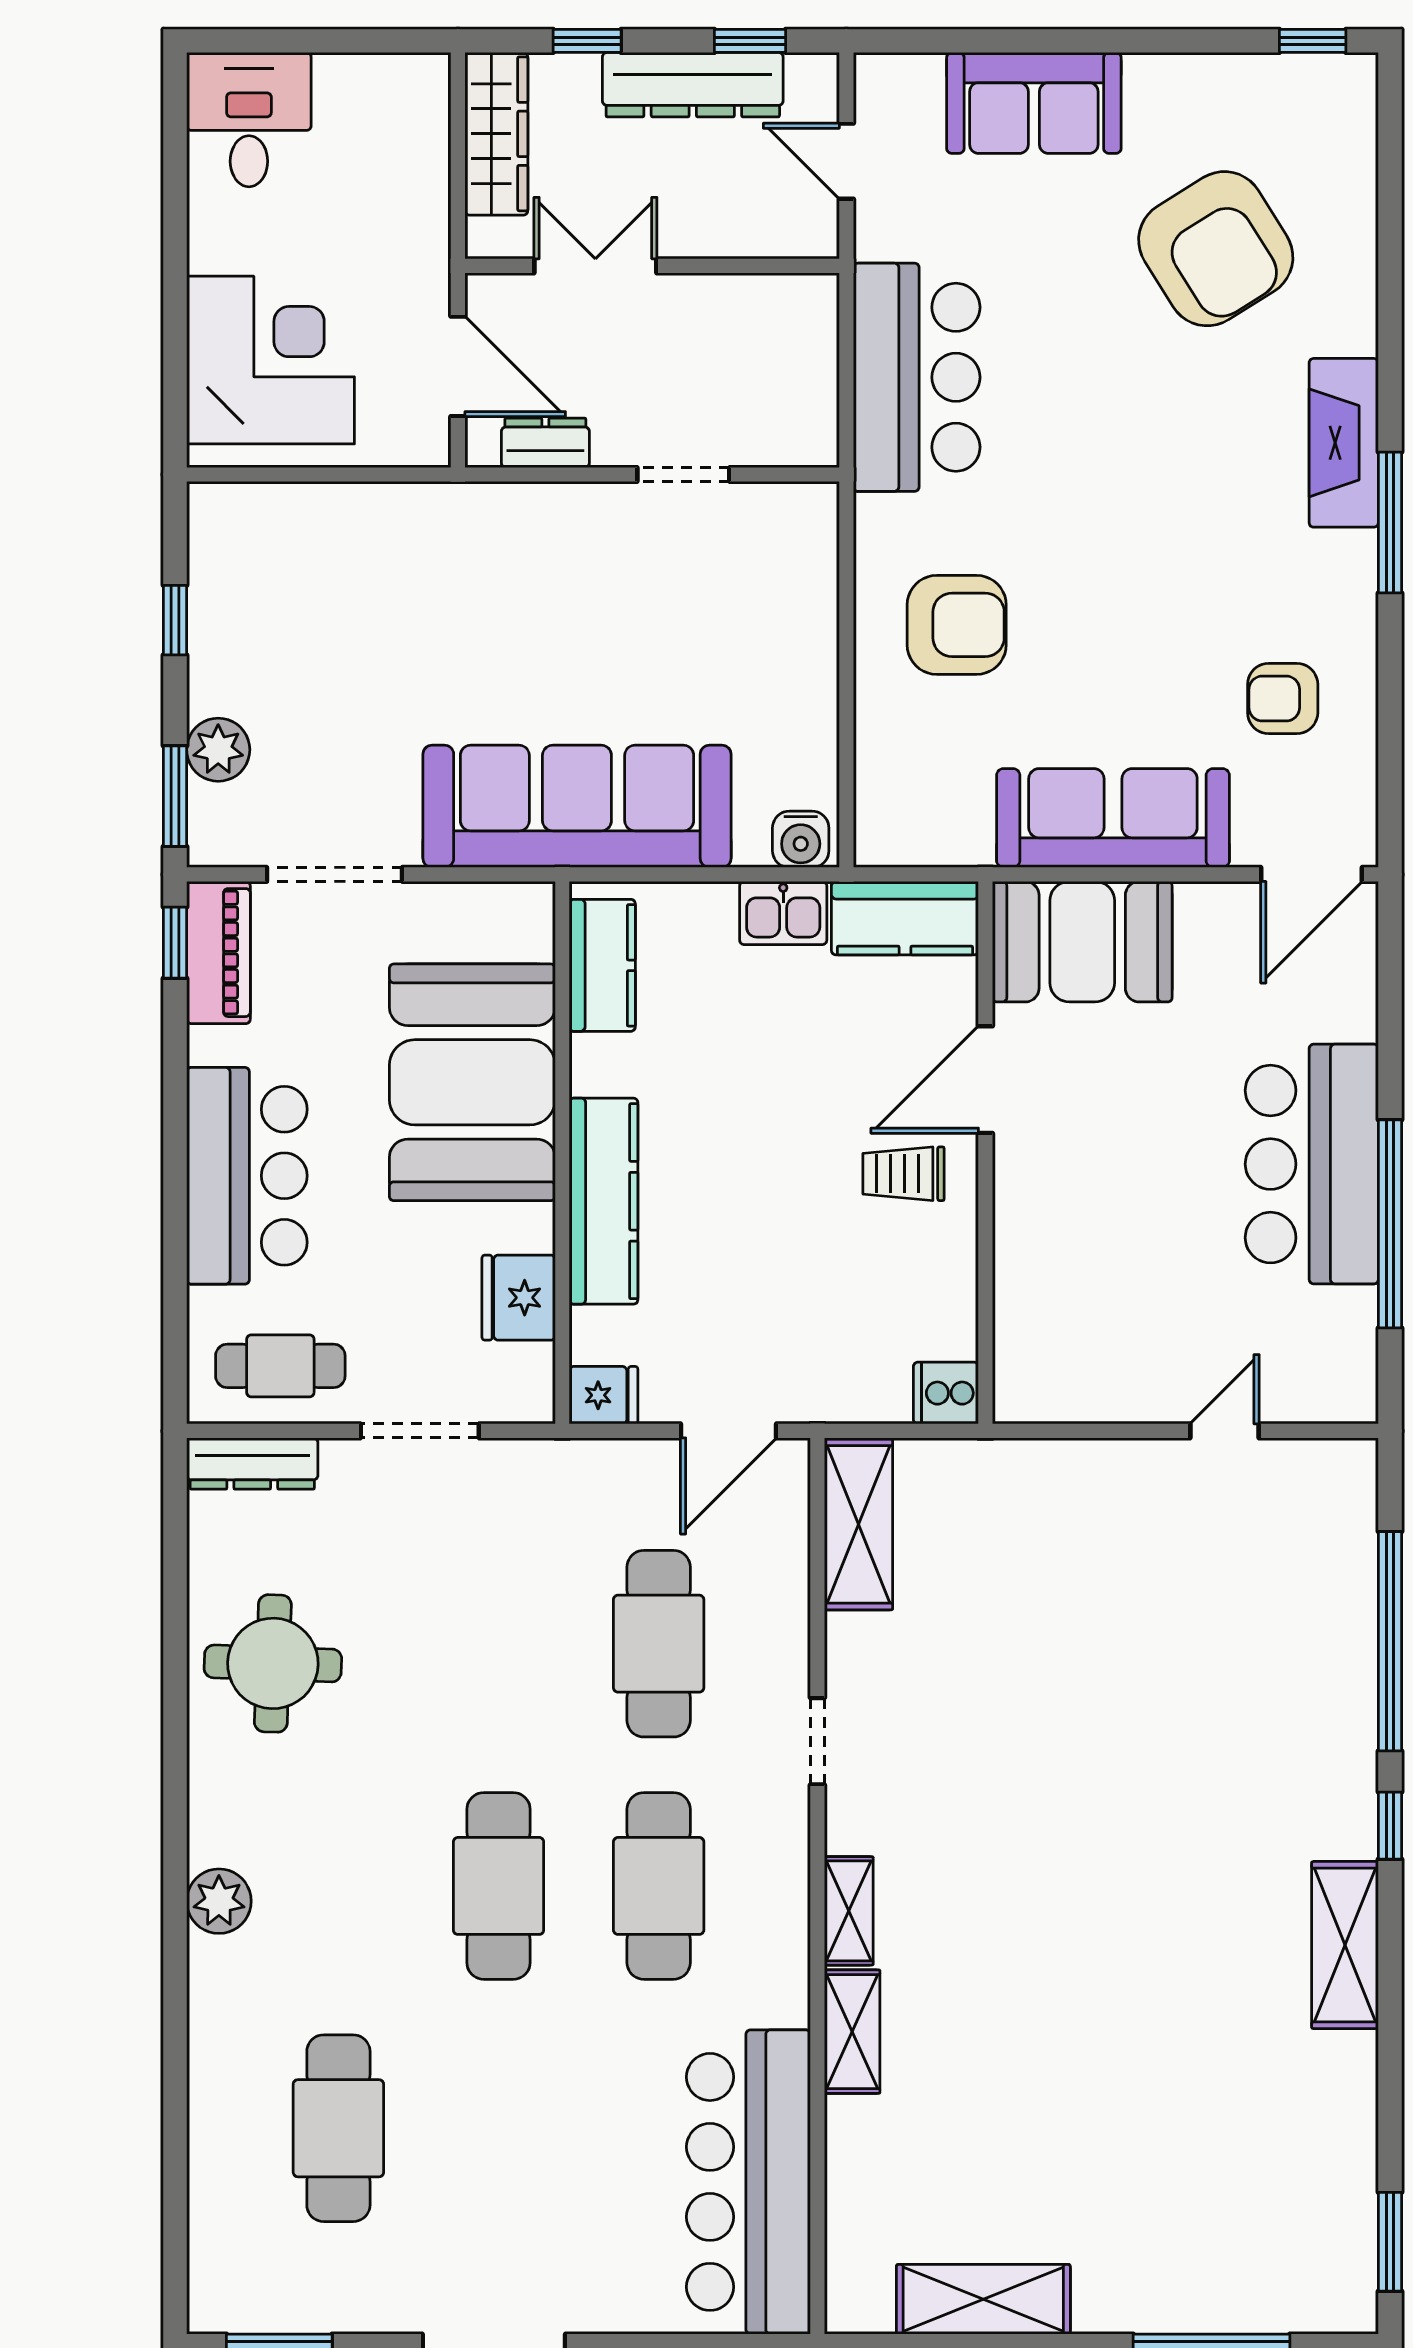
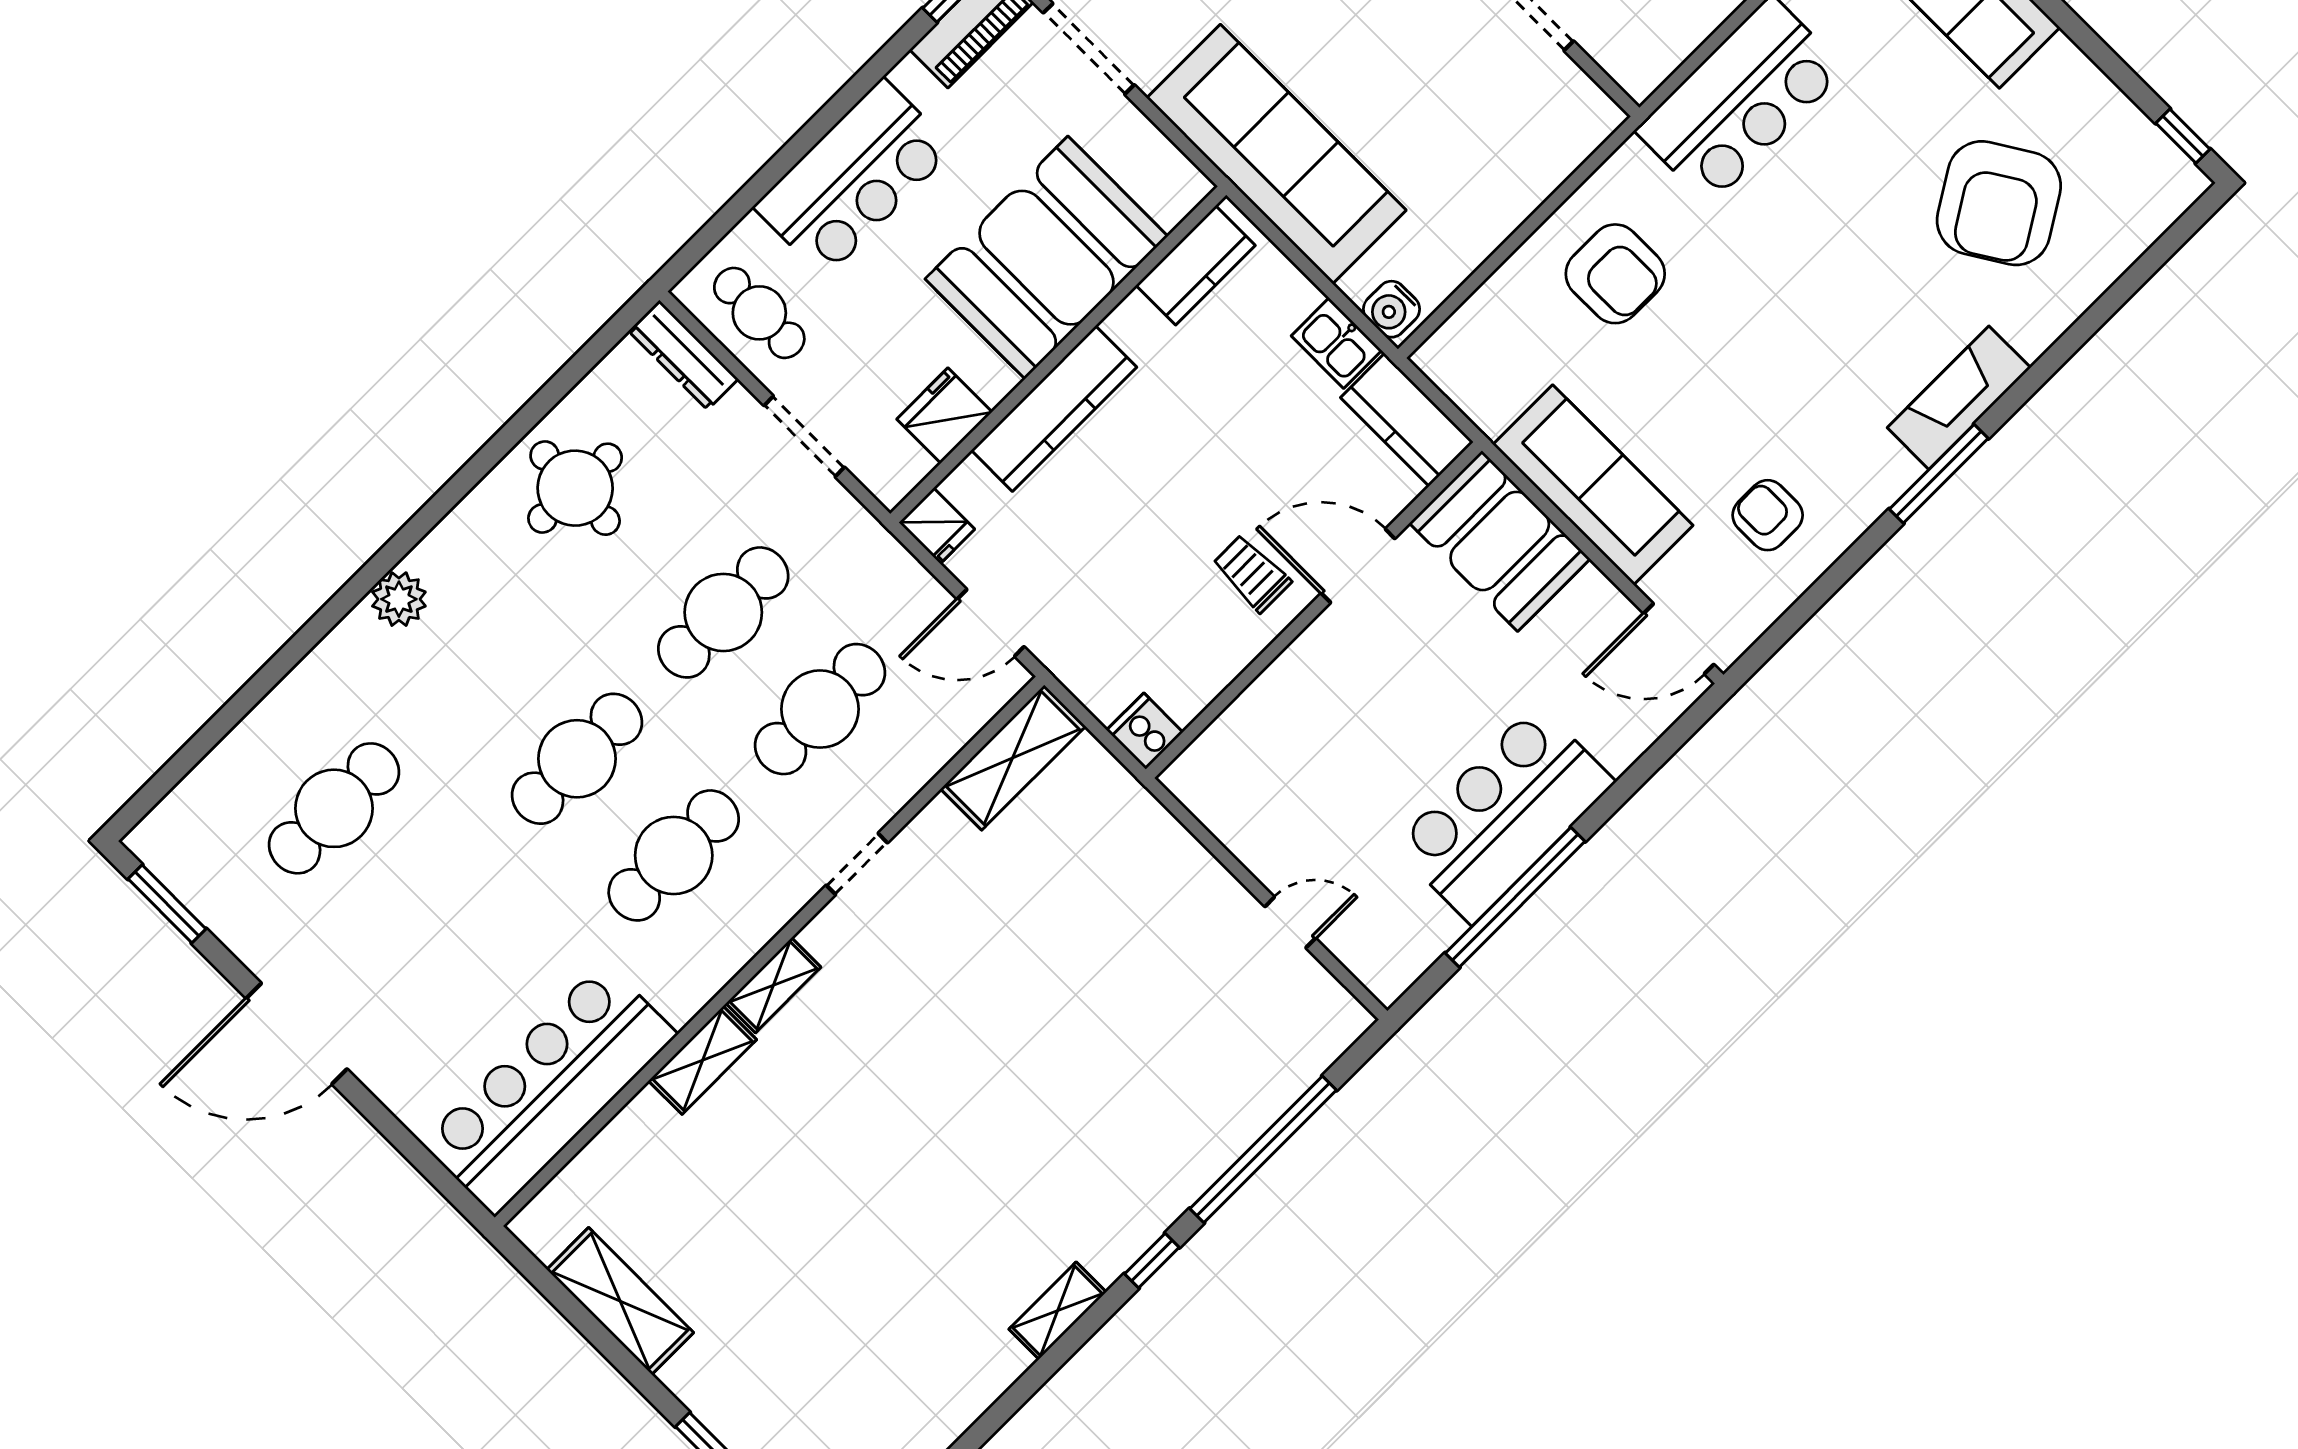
cafe table: (499, 1644) -> (723, 612), added
shelving: (1345, 1945) -> (1058, 1311), width x0.67, depth x0.75

